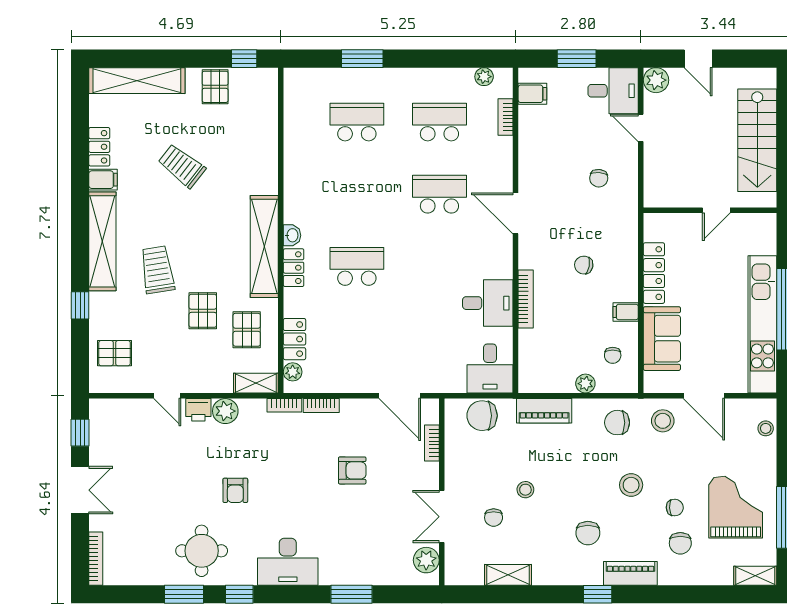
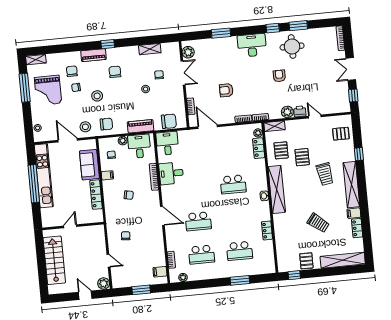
desk: (613, 91) -> (139, 146), moved, turned 90
locker: (294, 268) -> (267, 230), moved

